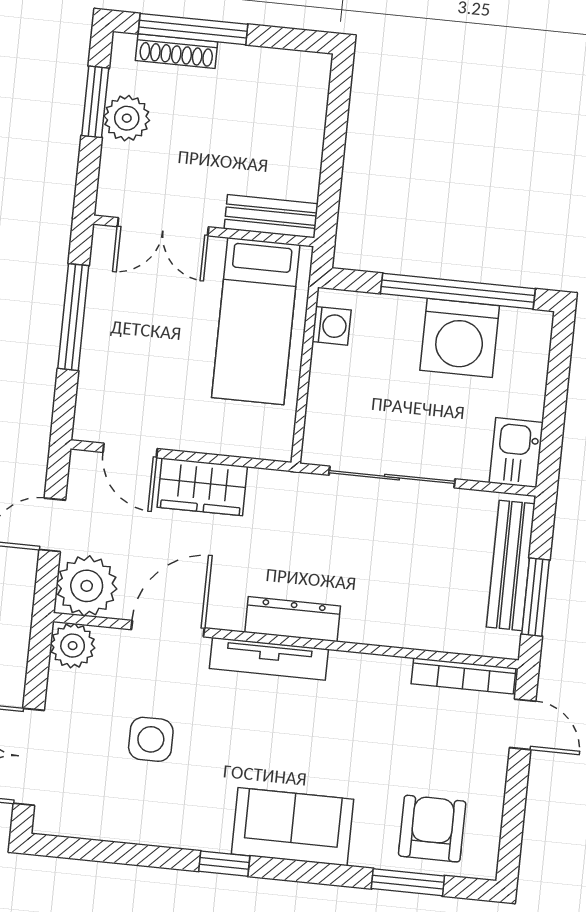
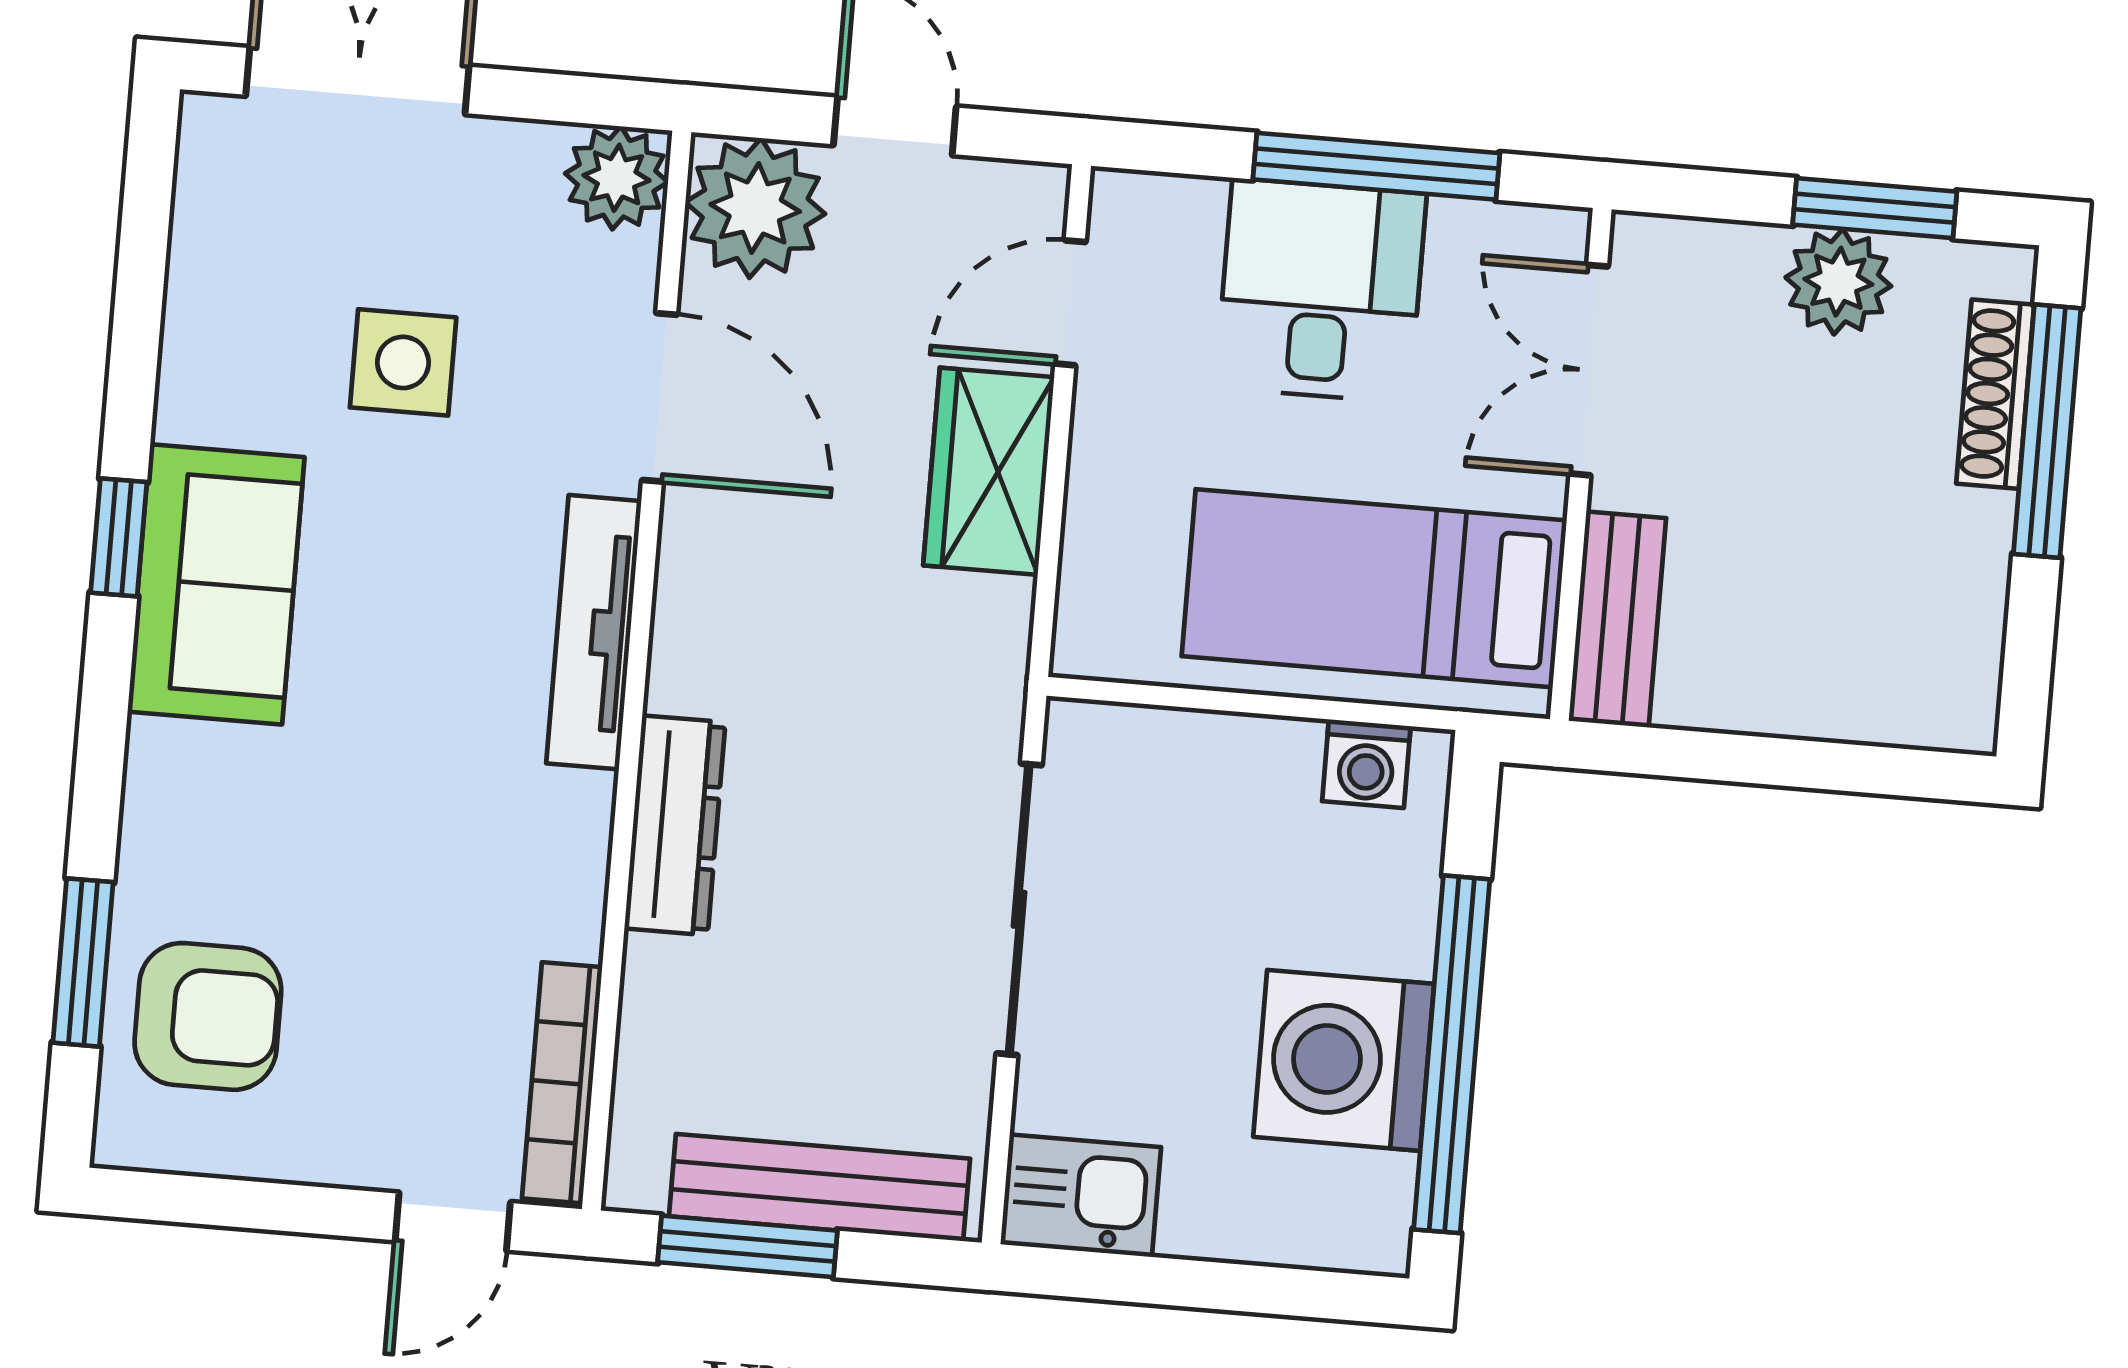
desk: (127, 342) -> (1321, 291), added
dresser: (293, 619) -> (675, 825), moved
sofa: (292, 827) -> (216, 584), moved

